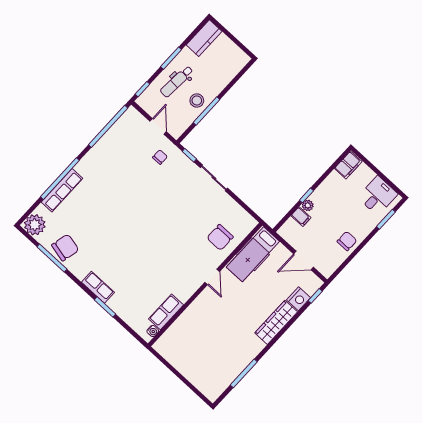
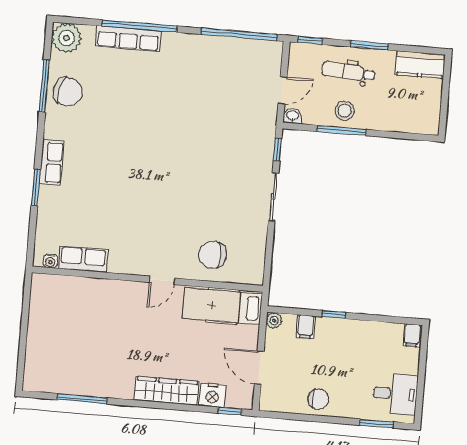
washbasin: (177, 132) -> (292, 116), added
chair: (160, 157) -> (250, 119), removed
filing cabinet: (348, 165) -> (412, 335), width x0.50
plant: (308, 205) -> (274, 321), moved

